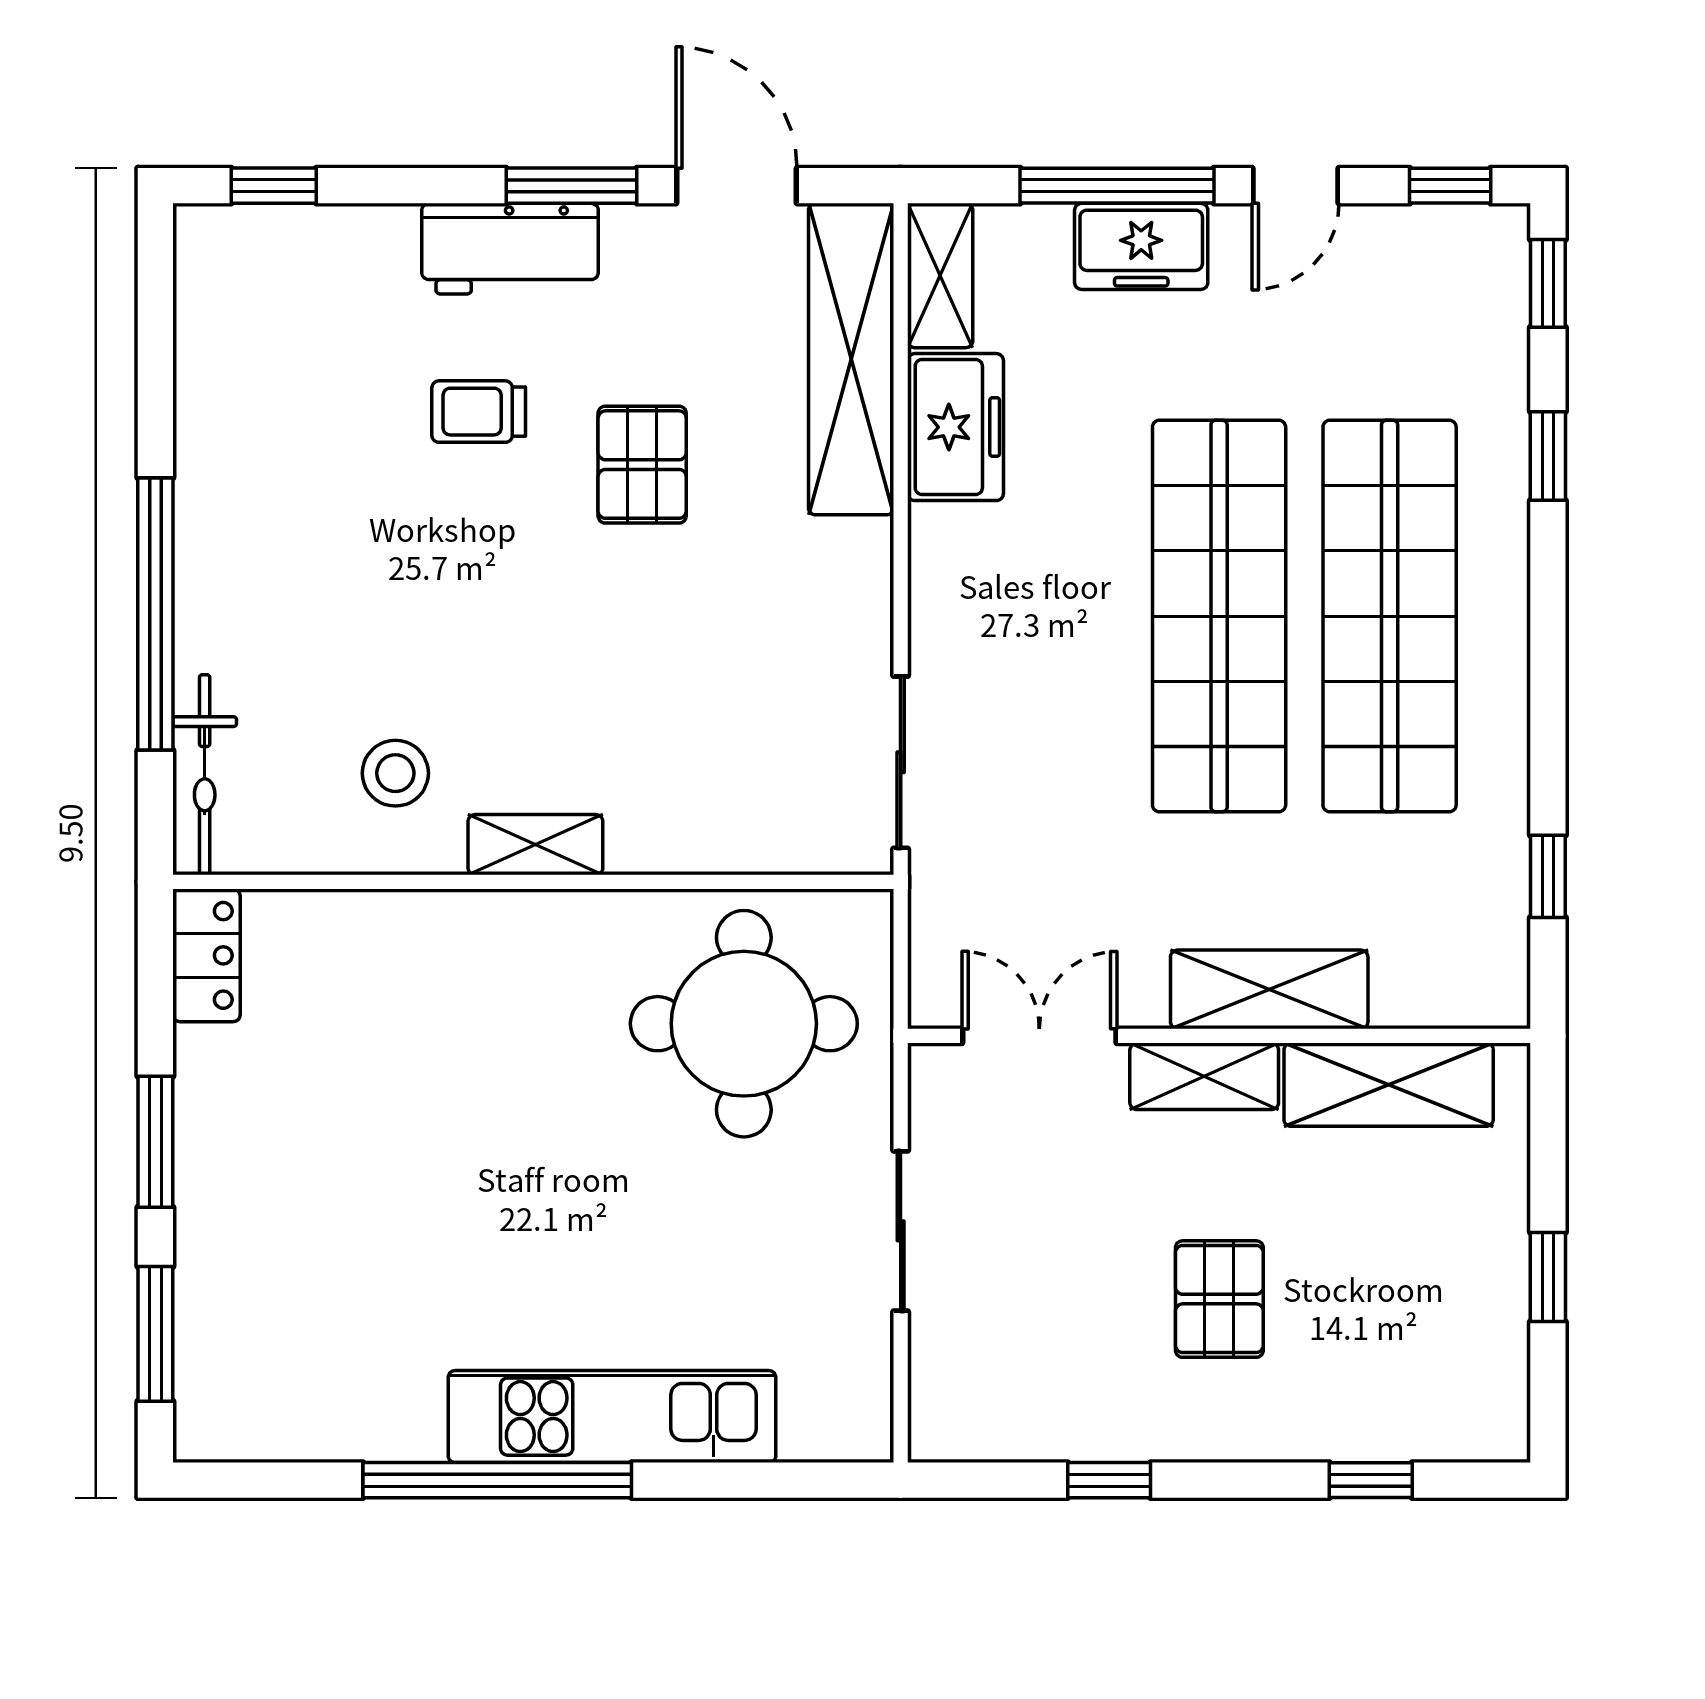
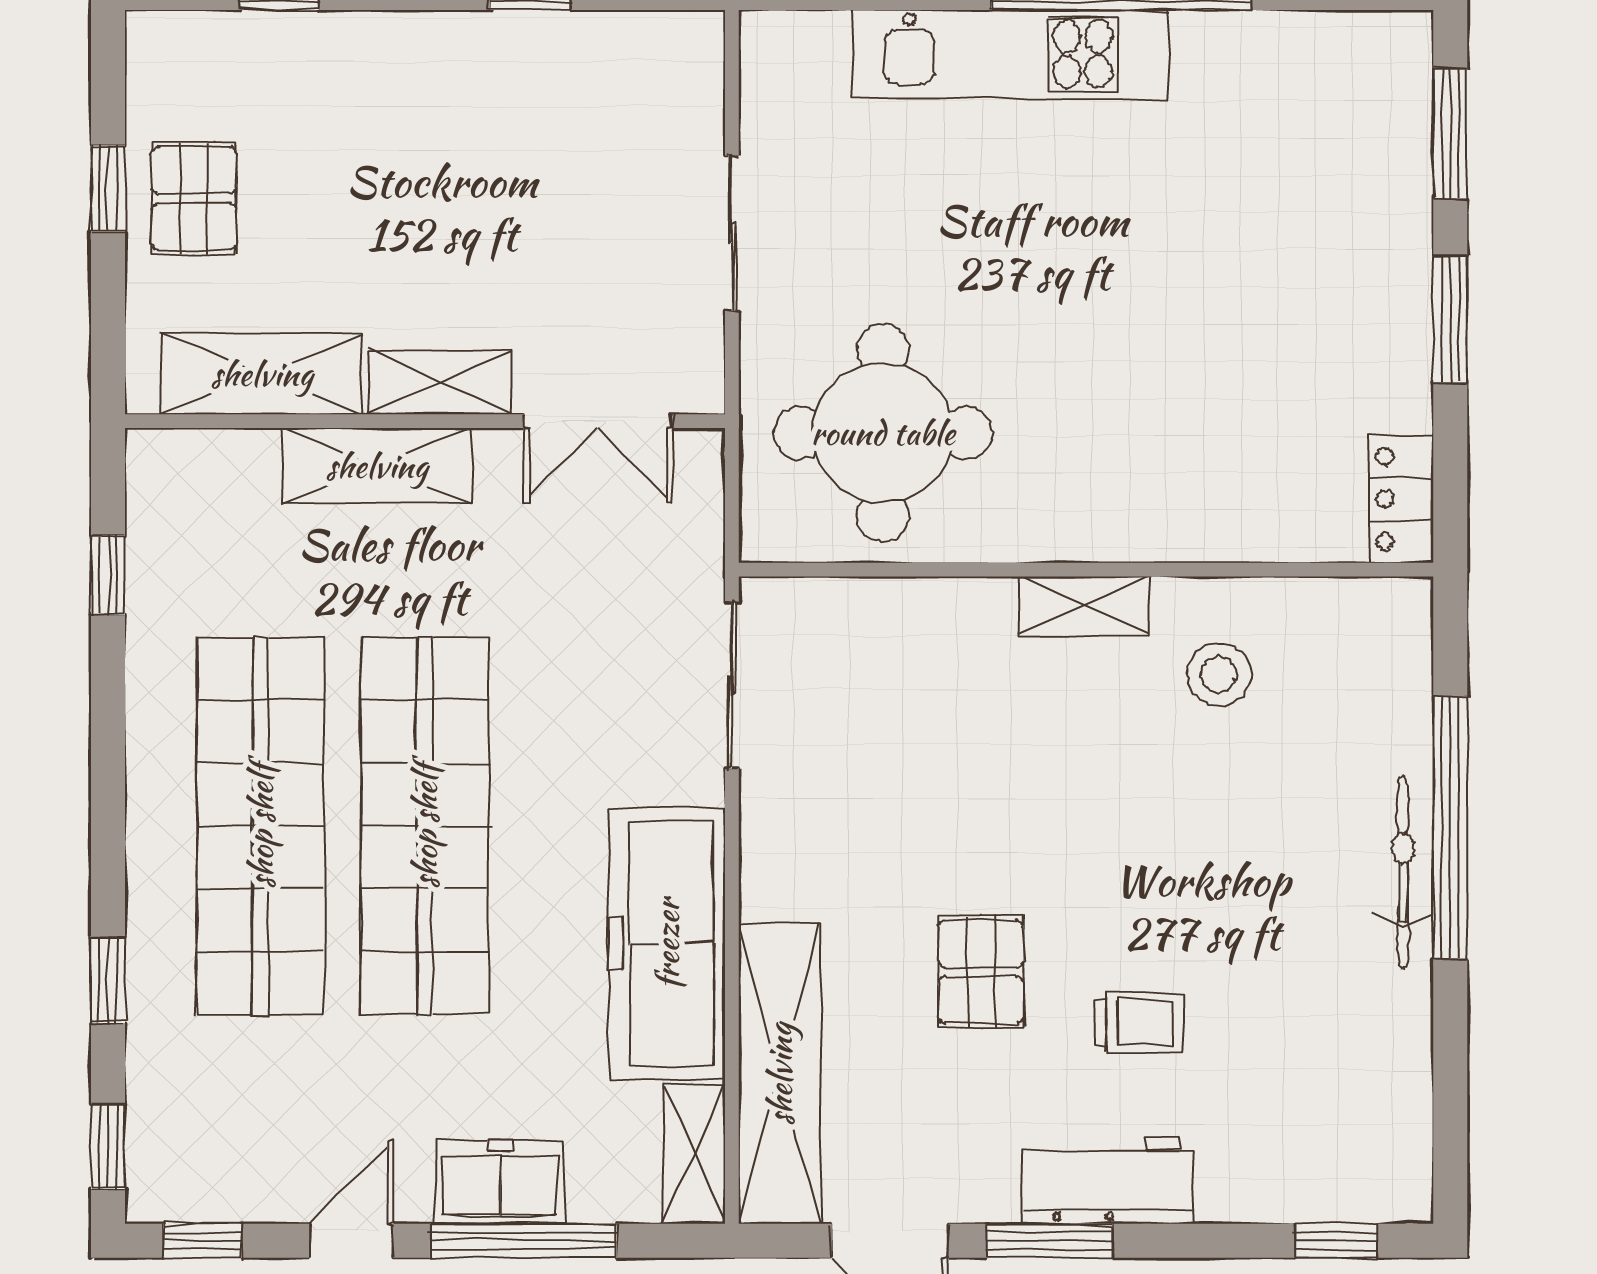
freezer: (955, 427) -> (667, 944), width x1.91, depth x1.26
bicycle: (205, 775) -> (1403, 872), moved
pallet: (1219, 1299) -> (194, 198), moved

